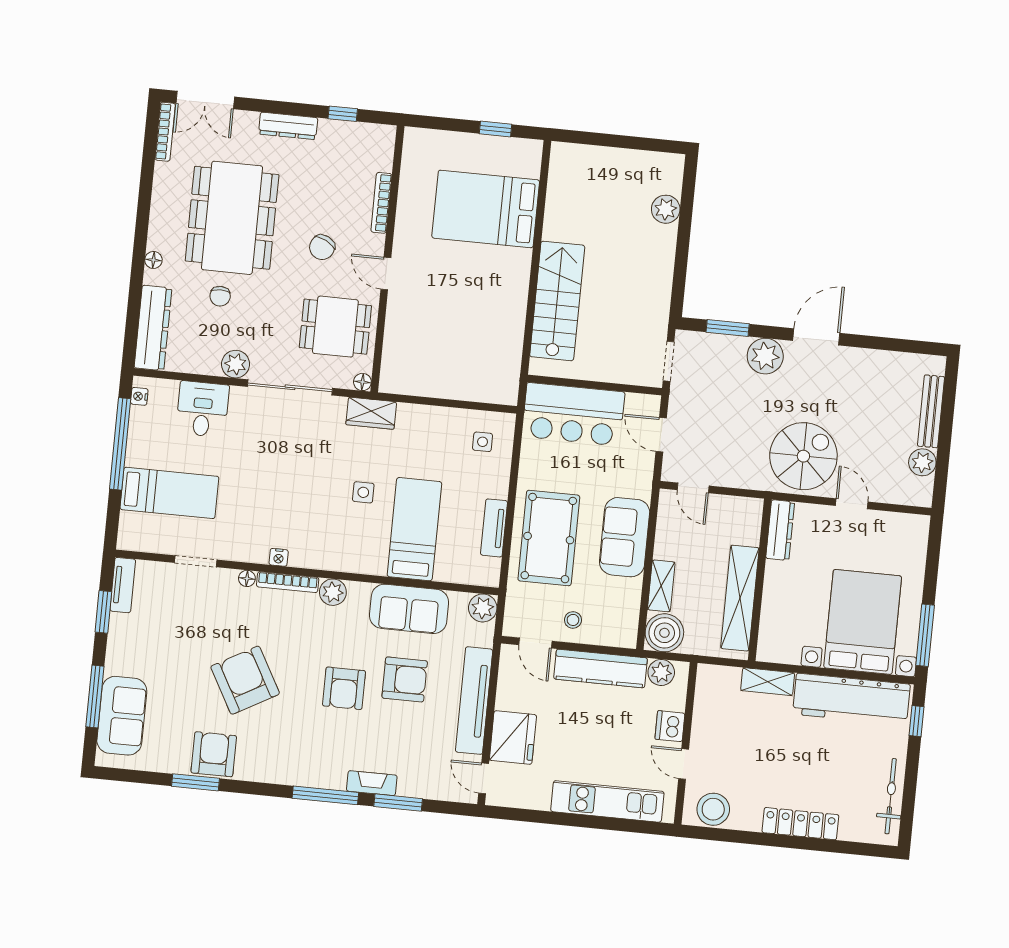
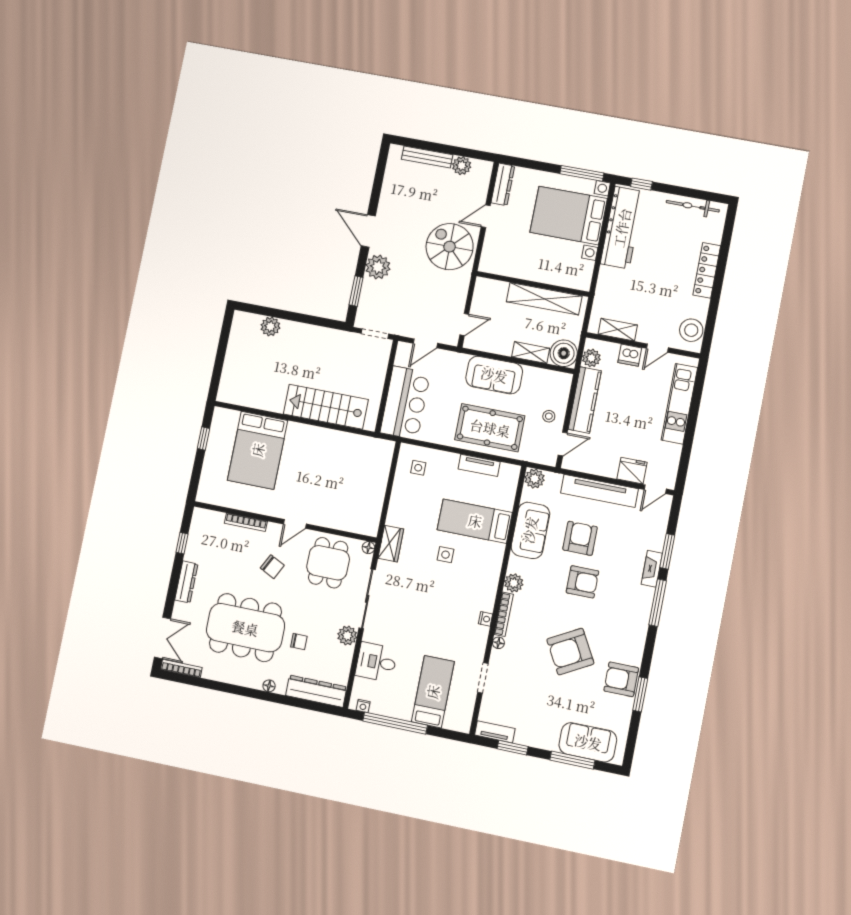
dresser: (780, 530) -> (503, 184), moved, turned 90
shelving: (768, 682) -> (618, 330), moved, turned 90
fridge: (513, 738) -> (632, 471), width x0.73, depth x0.75

